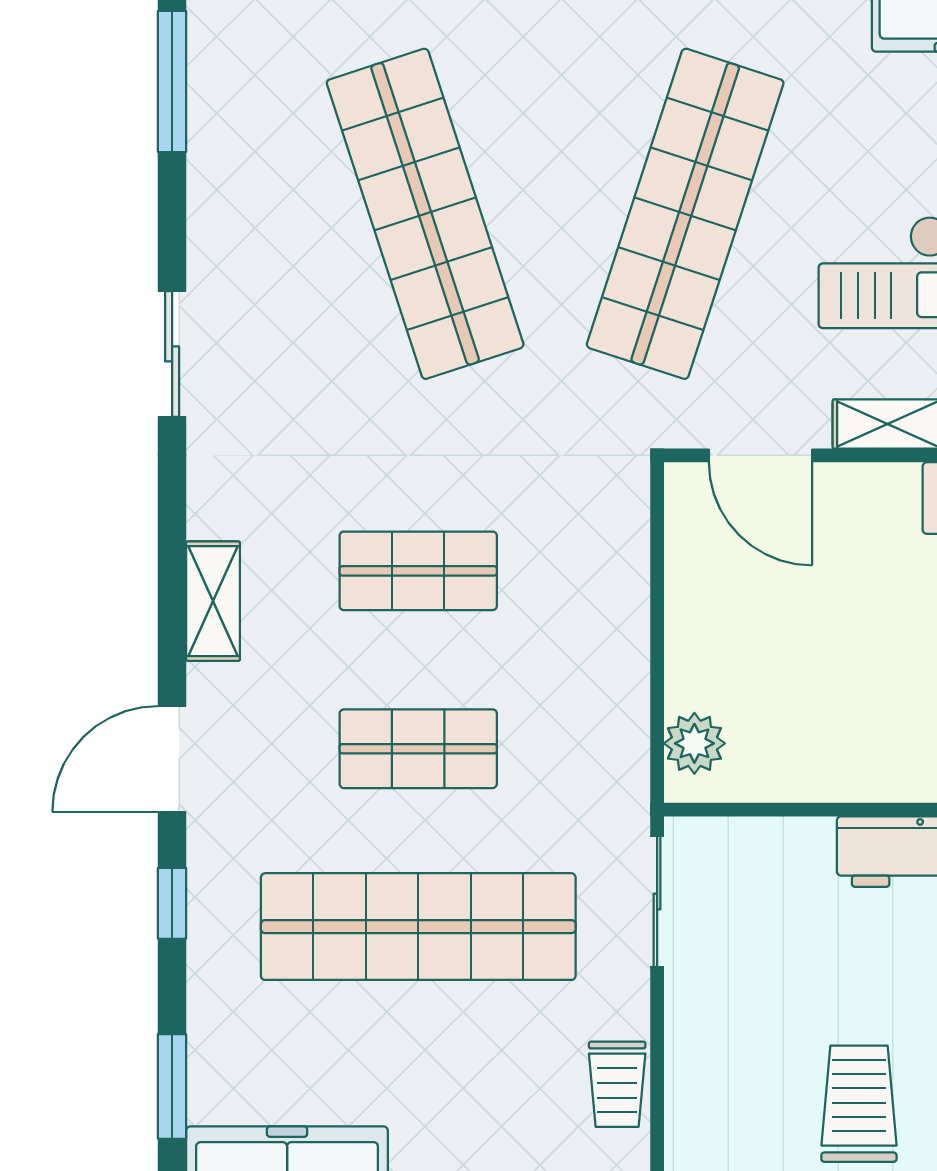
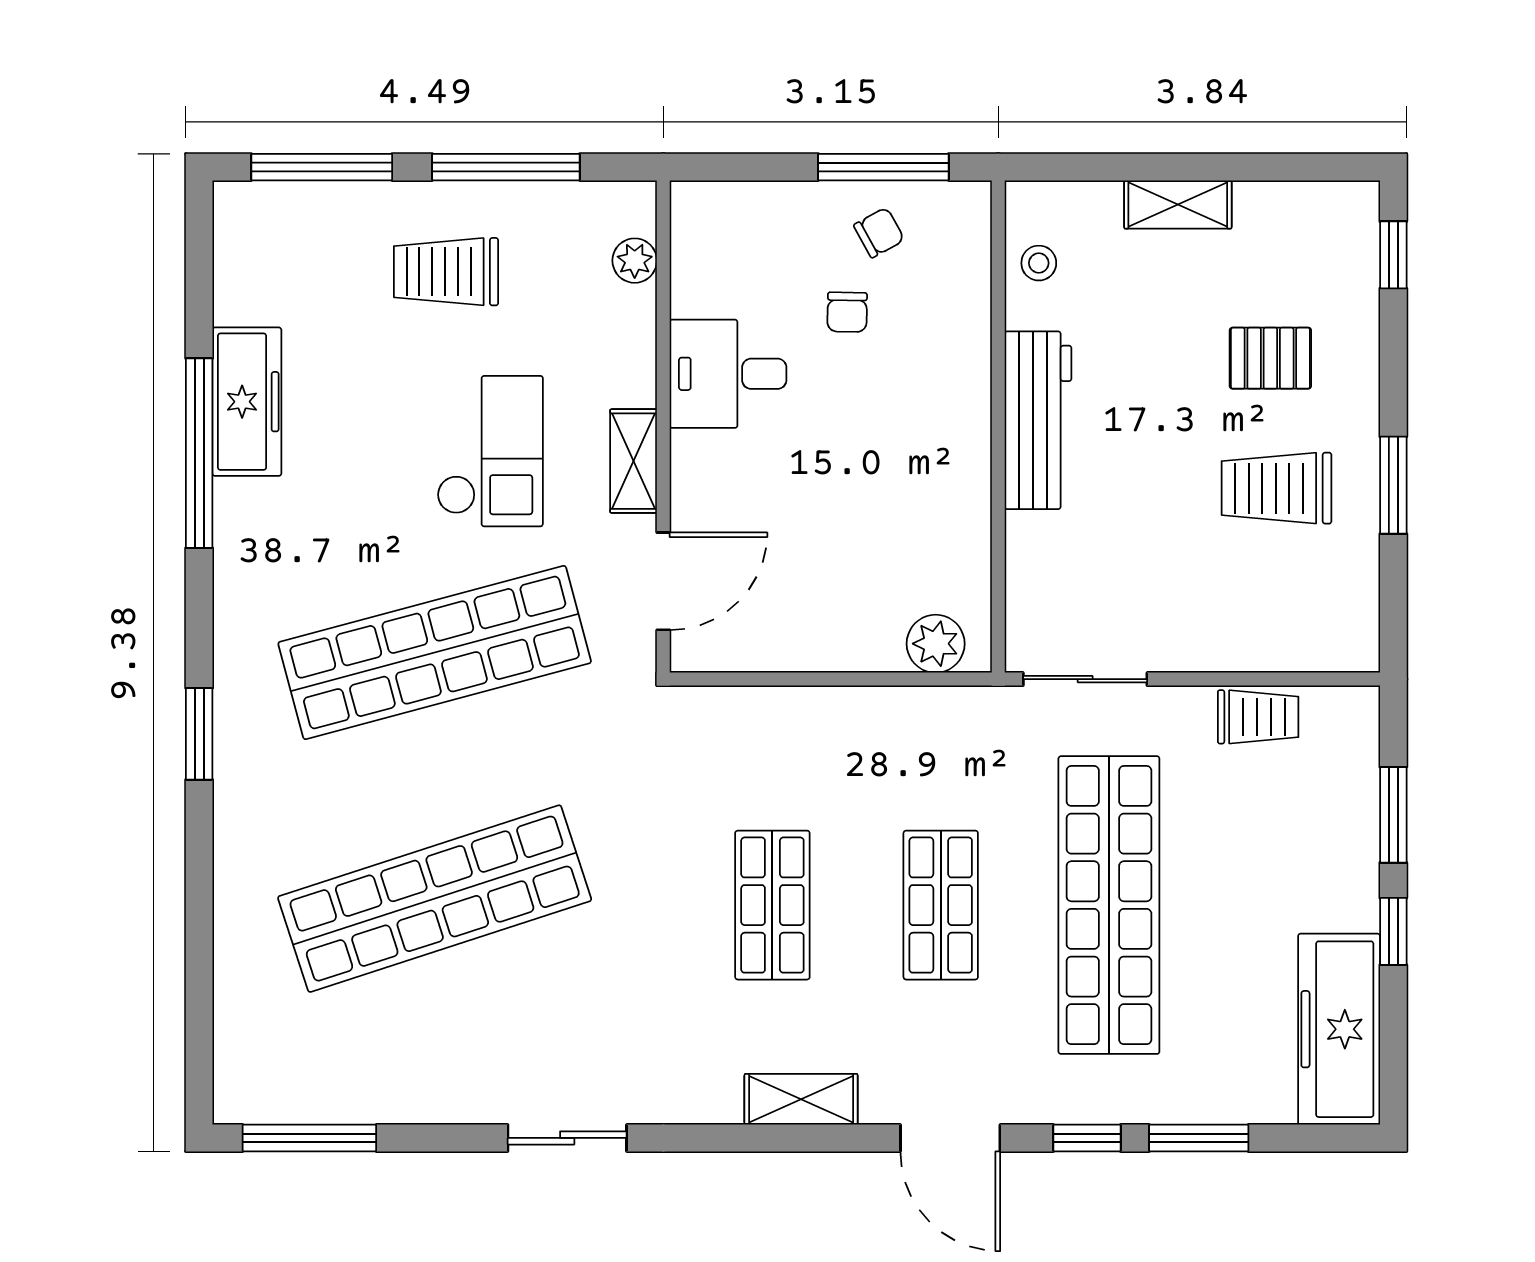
shop shelf: (685, 214) -> (435, 653), turned -33
window: (172, 1086) -> (1199, 1138), moved

